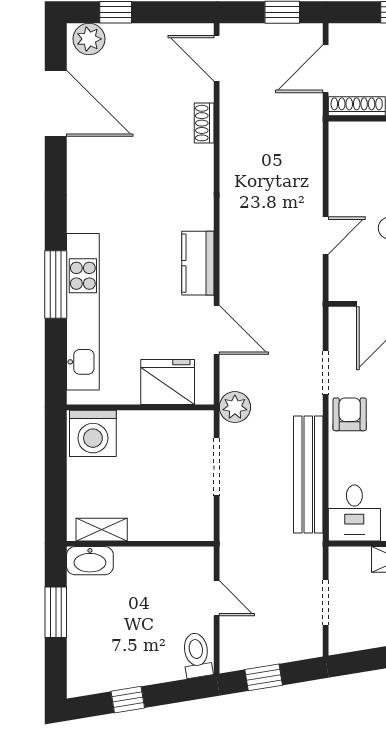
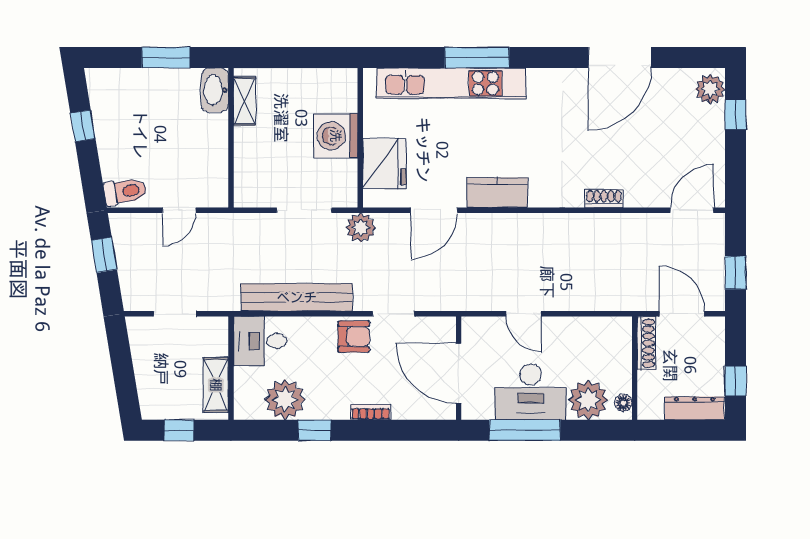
door: (56, 103) -> (620, 58), moved
shoe rack: (204, 123) -> (604, 198), moved
washing machine: (93, 433) -> (336, 136), moved

